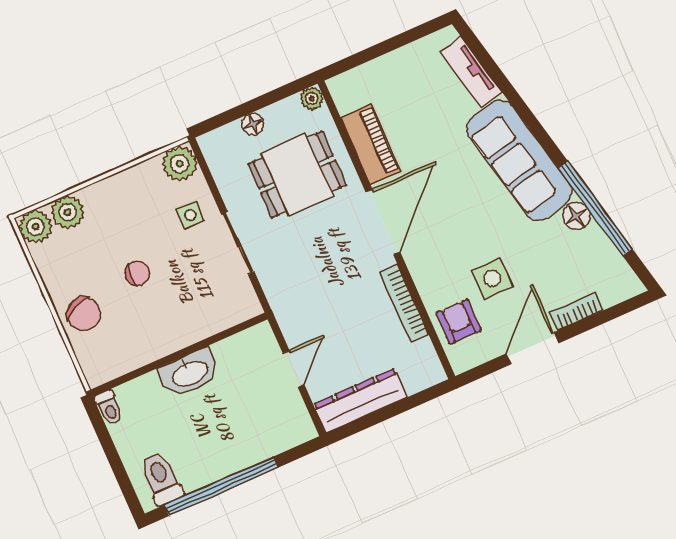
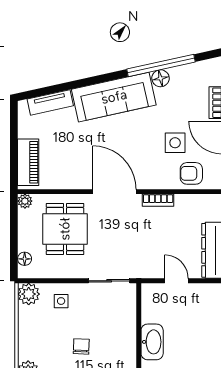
floor lamp: (253, 124) -> (25, 259), moved
piano: (371, 145) -> (28, 162), moved, turned 90
sliding door: (238, 243) -> (109, 281), moved
bookcase: (404, 303) -> (158, 200), width x0.64

